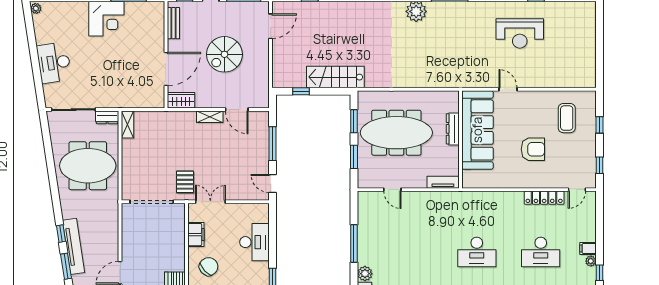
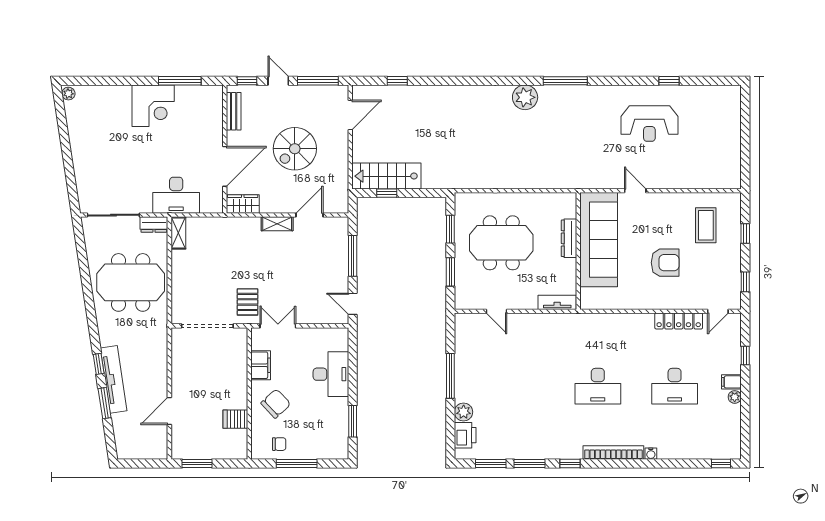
desk: (54, 63) -> (176, 195), moved, turned -81
stairs: (335, 77) -> (386, 176), moved
door: (237, 110) -> (310, 215), swing flipped
meeting table: (396, 133) -> (501, 243), width x0.73
window: (600, 273) -> (745, 355), moved

